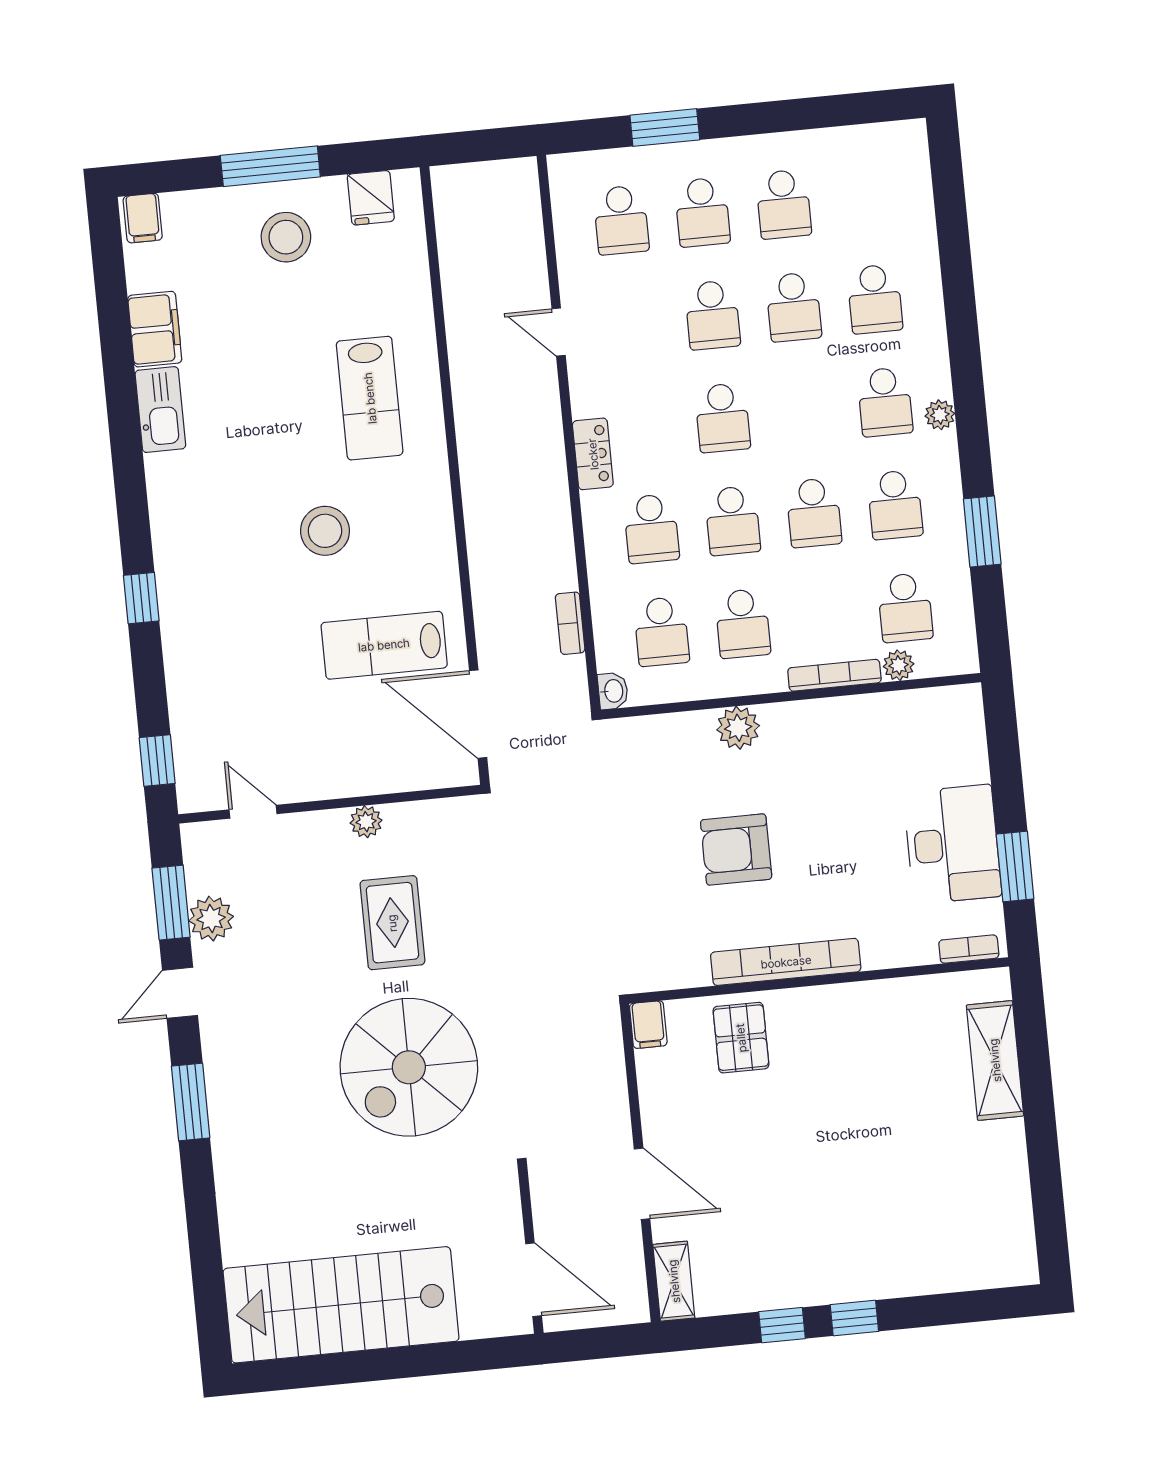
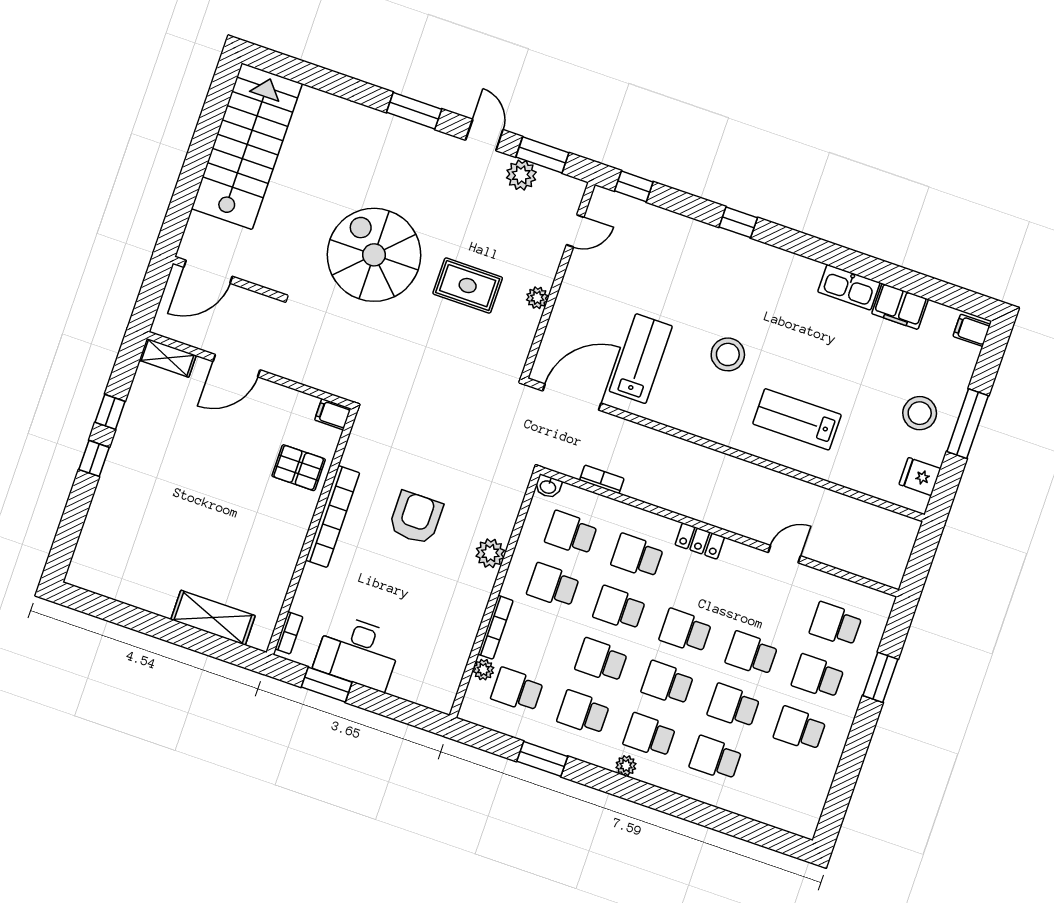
school desk: (804, 410) -> (667, 683), added

